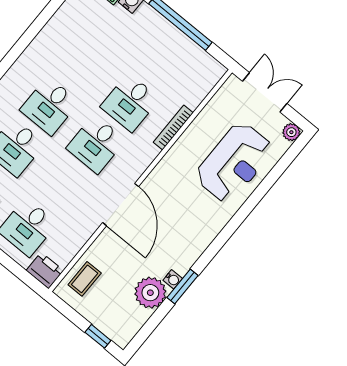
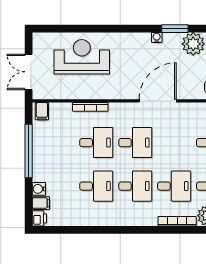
desk: (84, 64) -> (96, 186), added
filing cabinet: (211, 72) -> (42, 111), added
plant: (291, 132) -> (39, 39), removed
water cooler: (173, 279) -> (157, 37), moved

